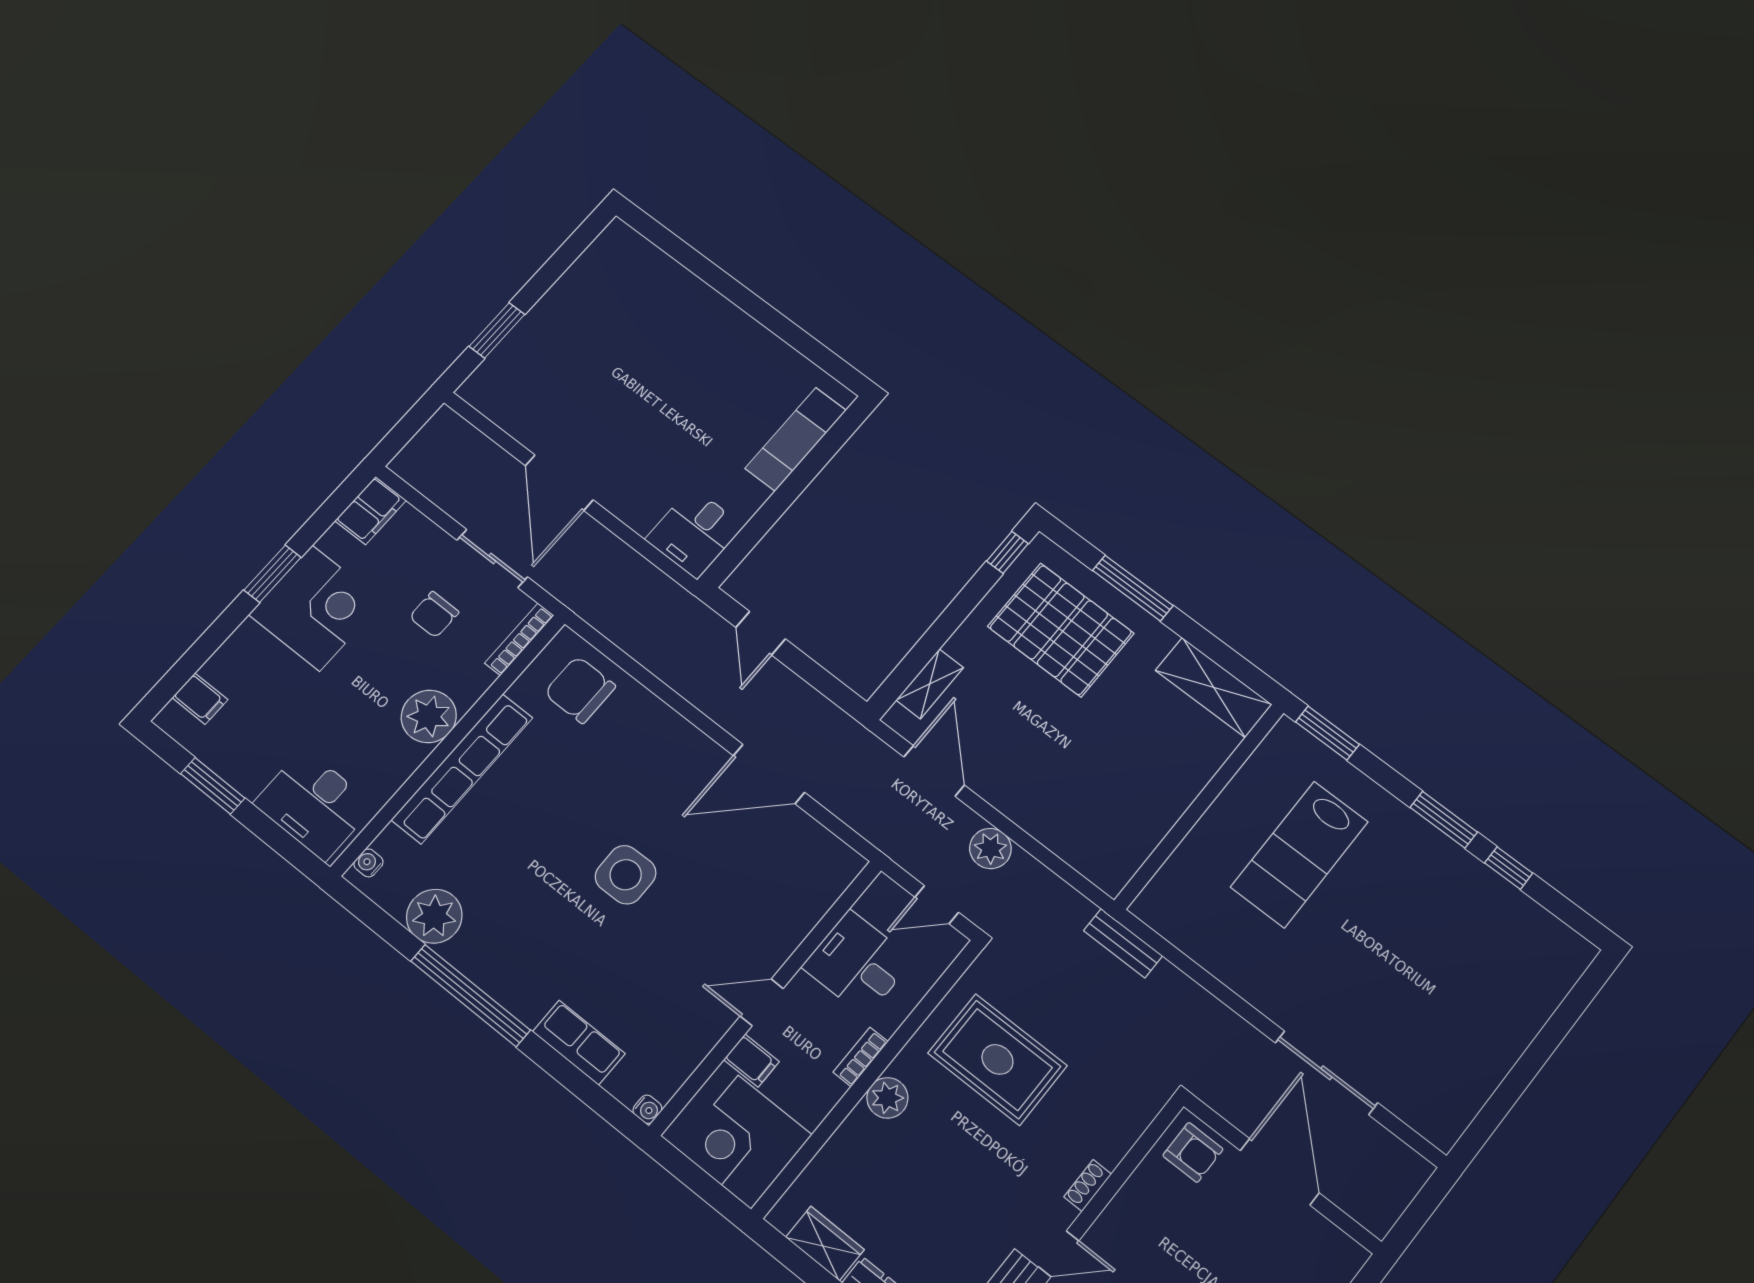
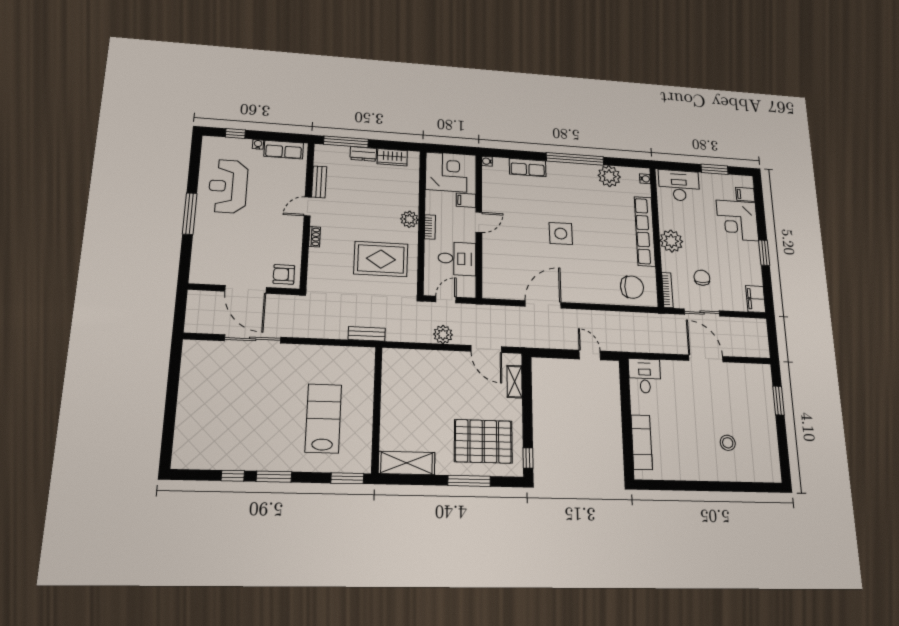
stool: (650, 334) -> (728, 443), added
corner desk: (316, 608) -> (737, 220), moved

